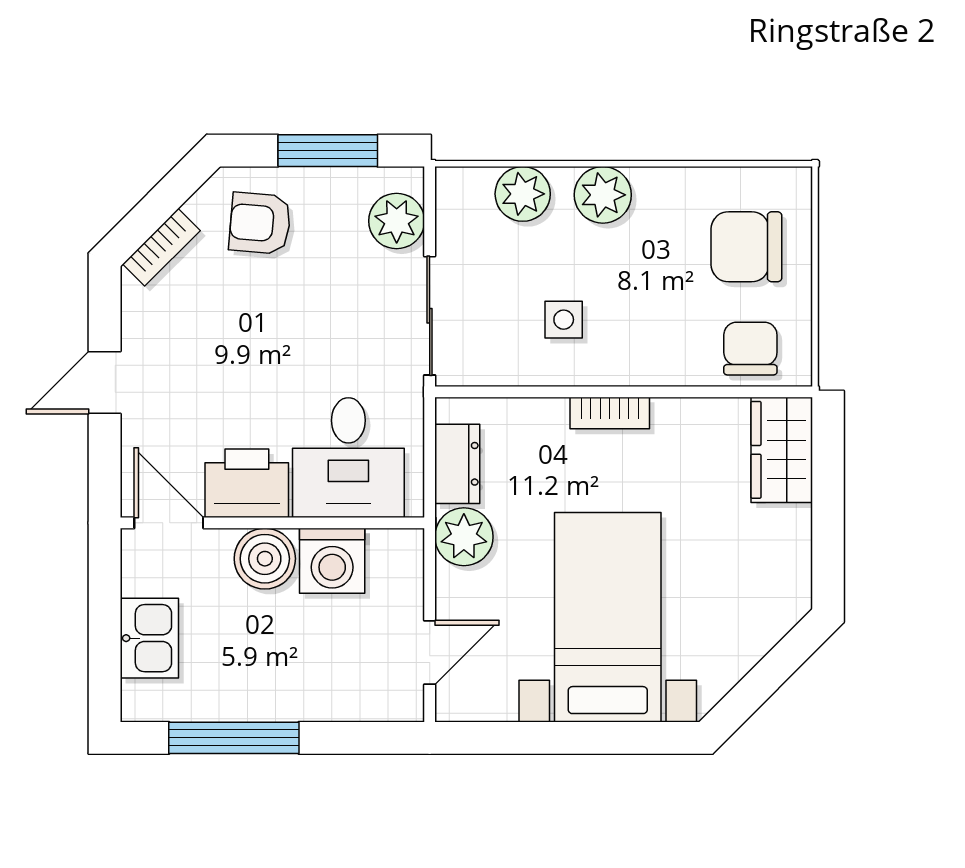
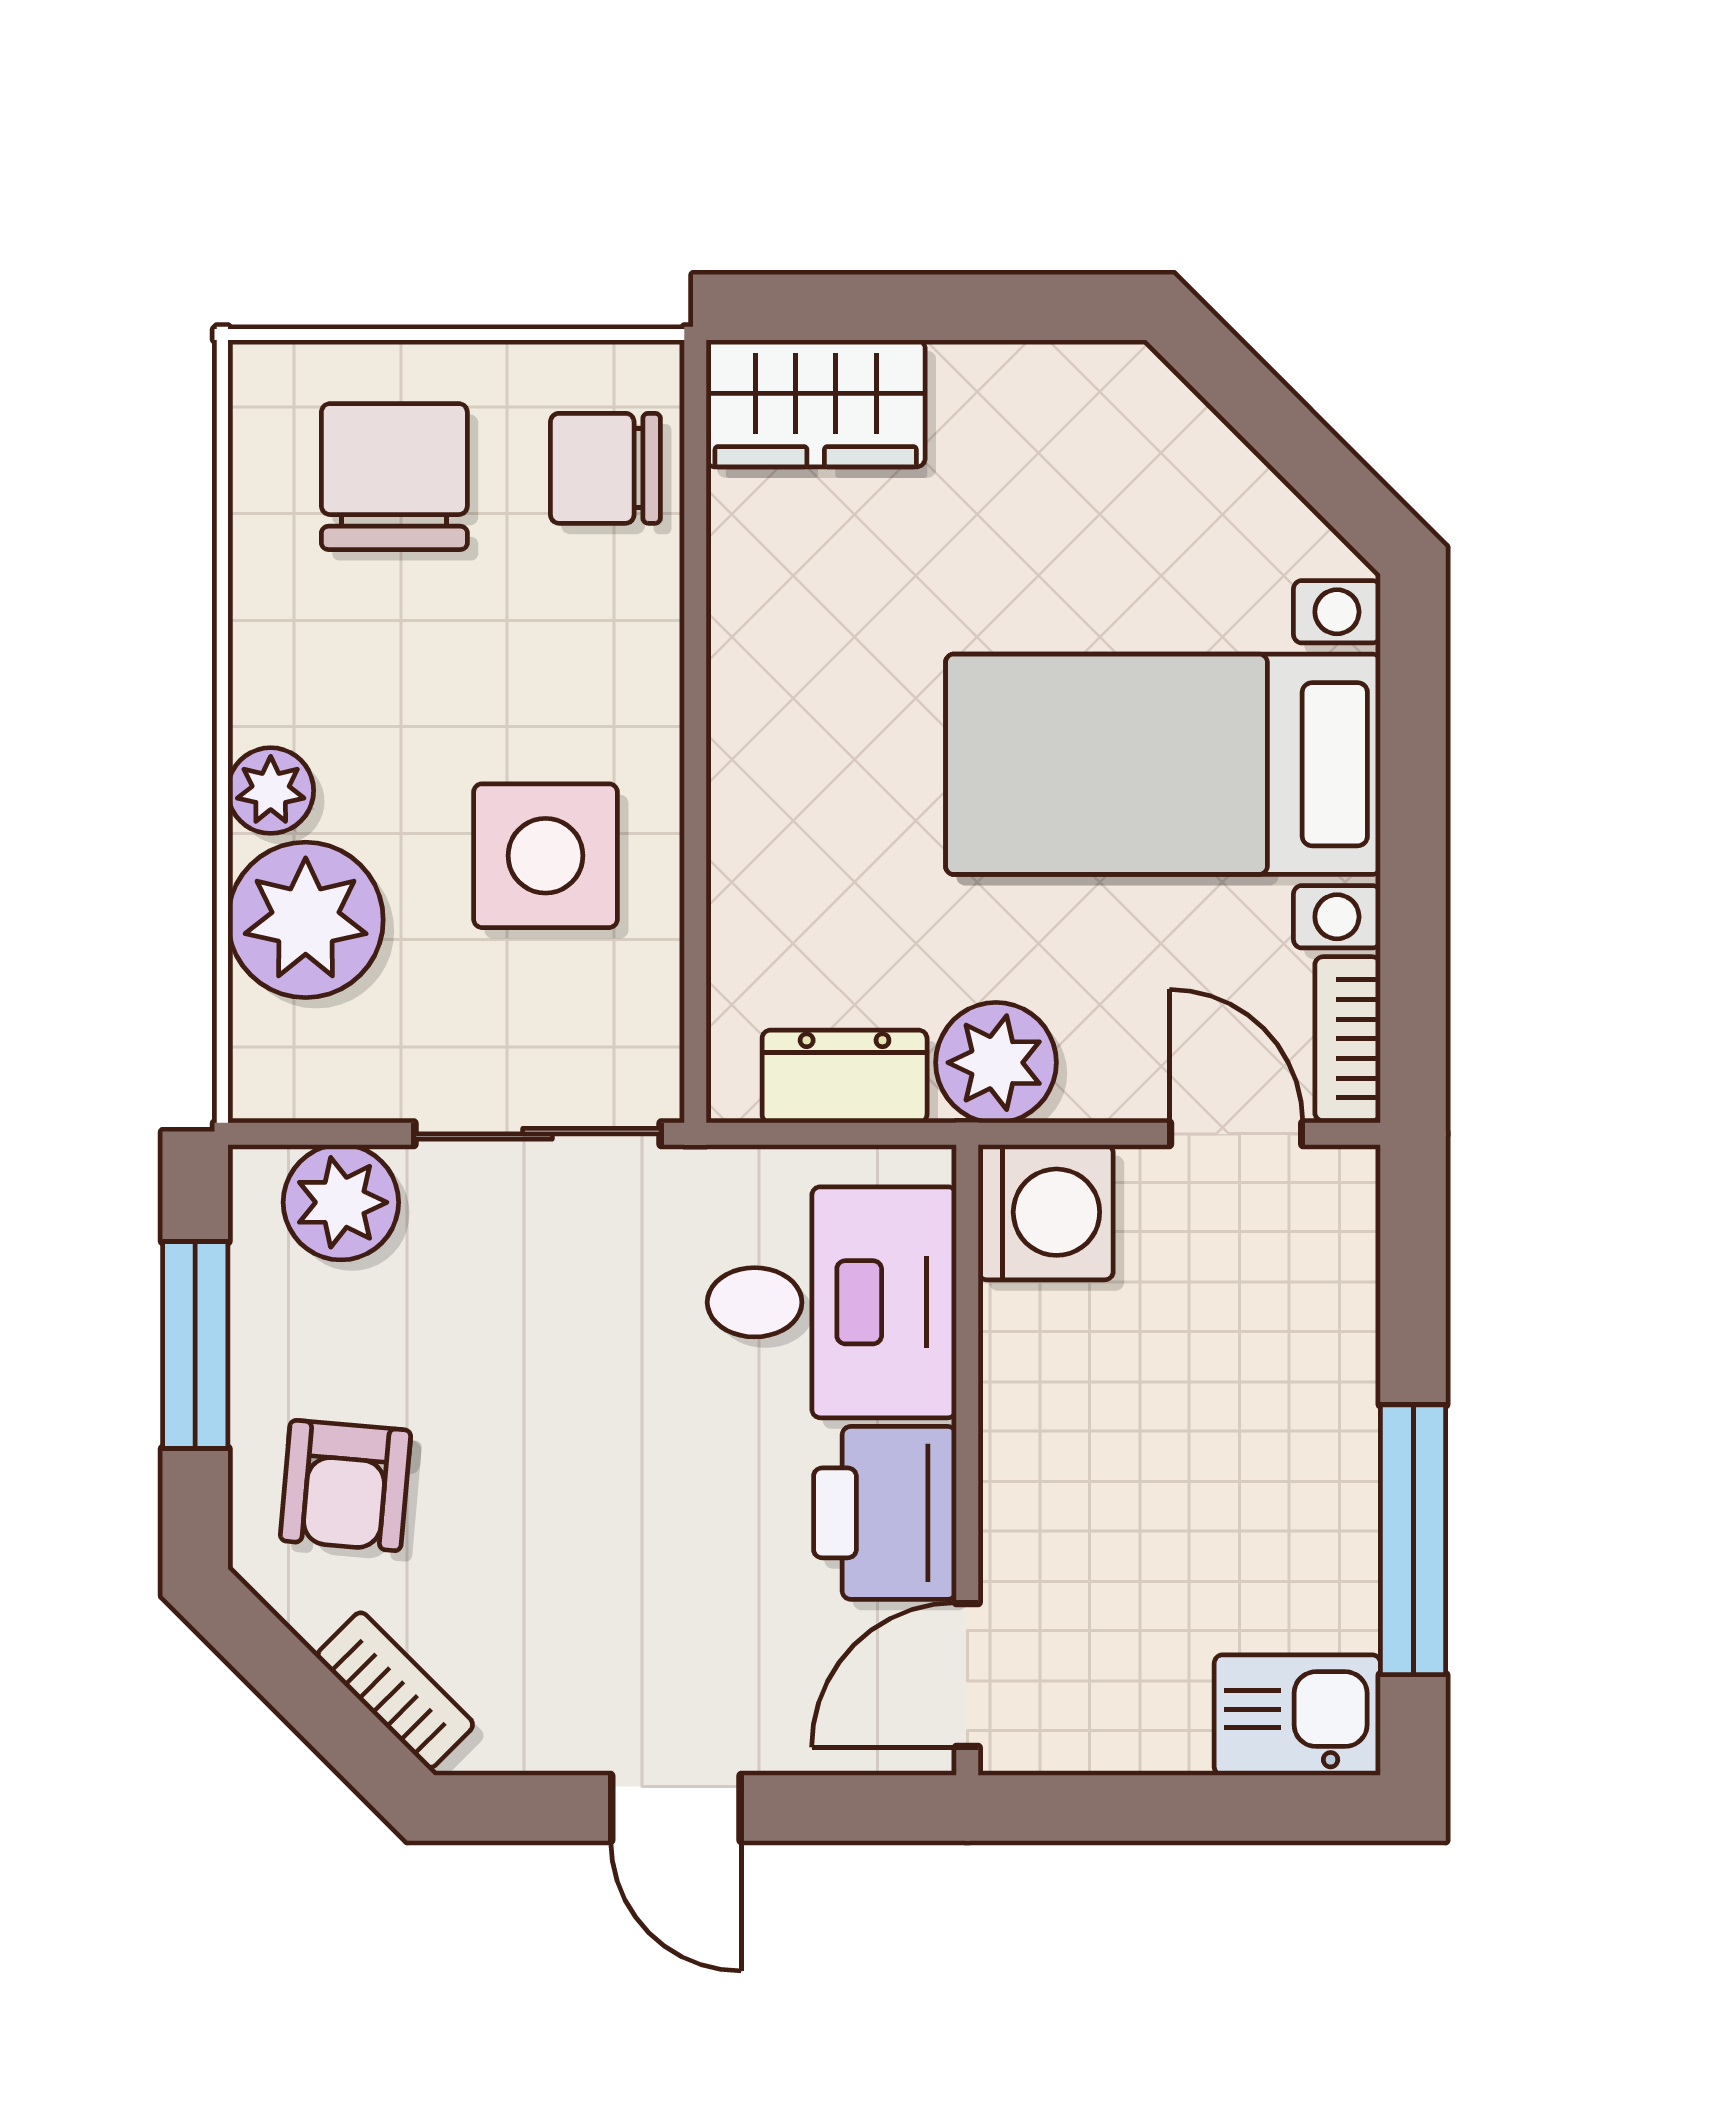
plant: (523, 194) -> (306, 920), width x1.36, depth x1.36
plant: (603, 195) -> (271, 791), width x0.73, depth x0.73
chair: (746, 247) -> (394, 477), turned 180
side table: (564, 320) -> (546, 856), width x1.87, depth x1.87
bookcase: (610, 413) -> (1348, 1039), moved, turned 180
boiler: (265, 559) -> (1041, 1476), removed
washing machine: (332, 561) -> (1046, 1212), moved
kitchen sink: (149, 638) -> (1297, 1715), moved

